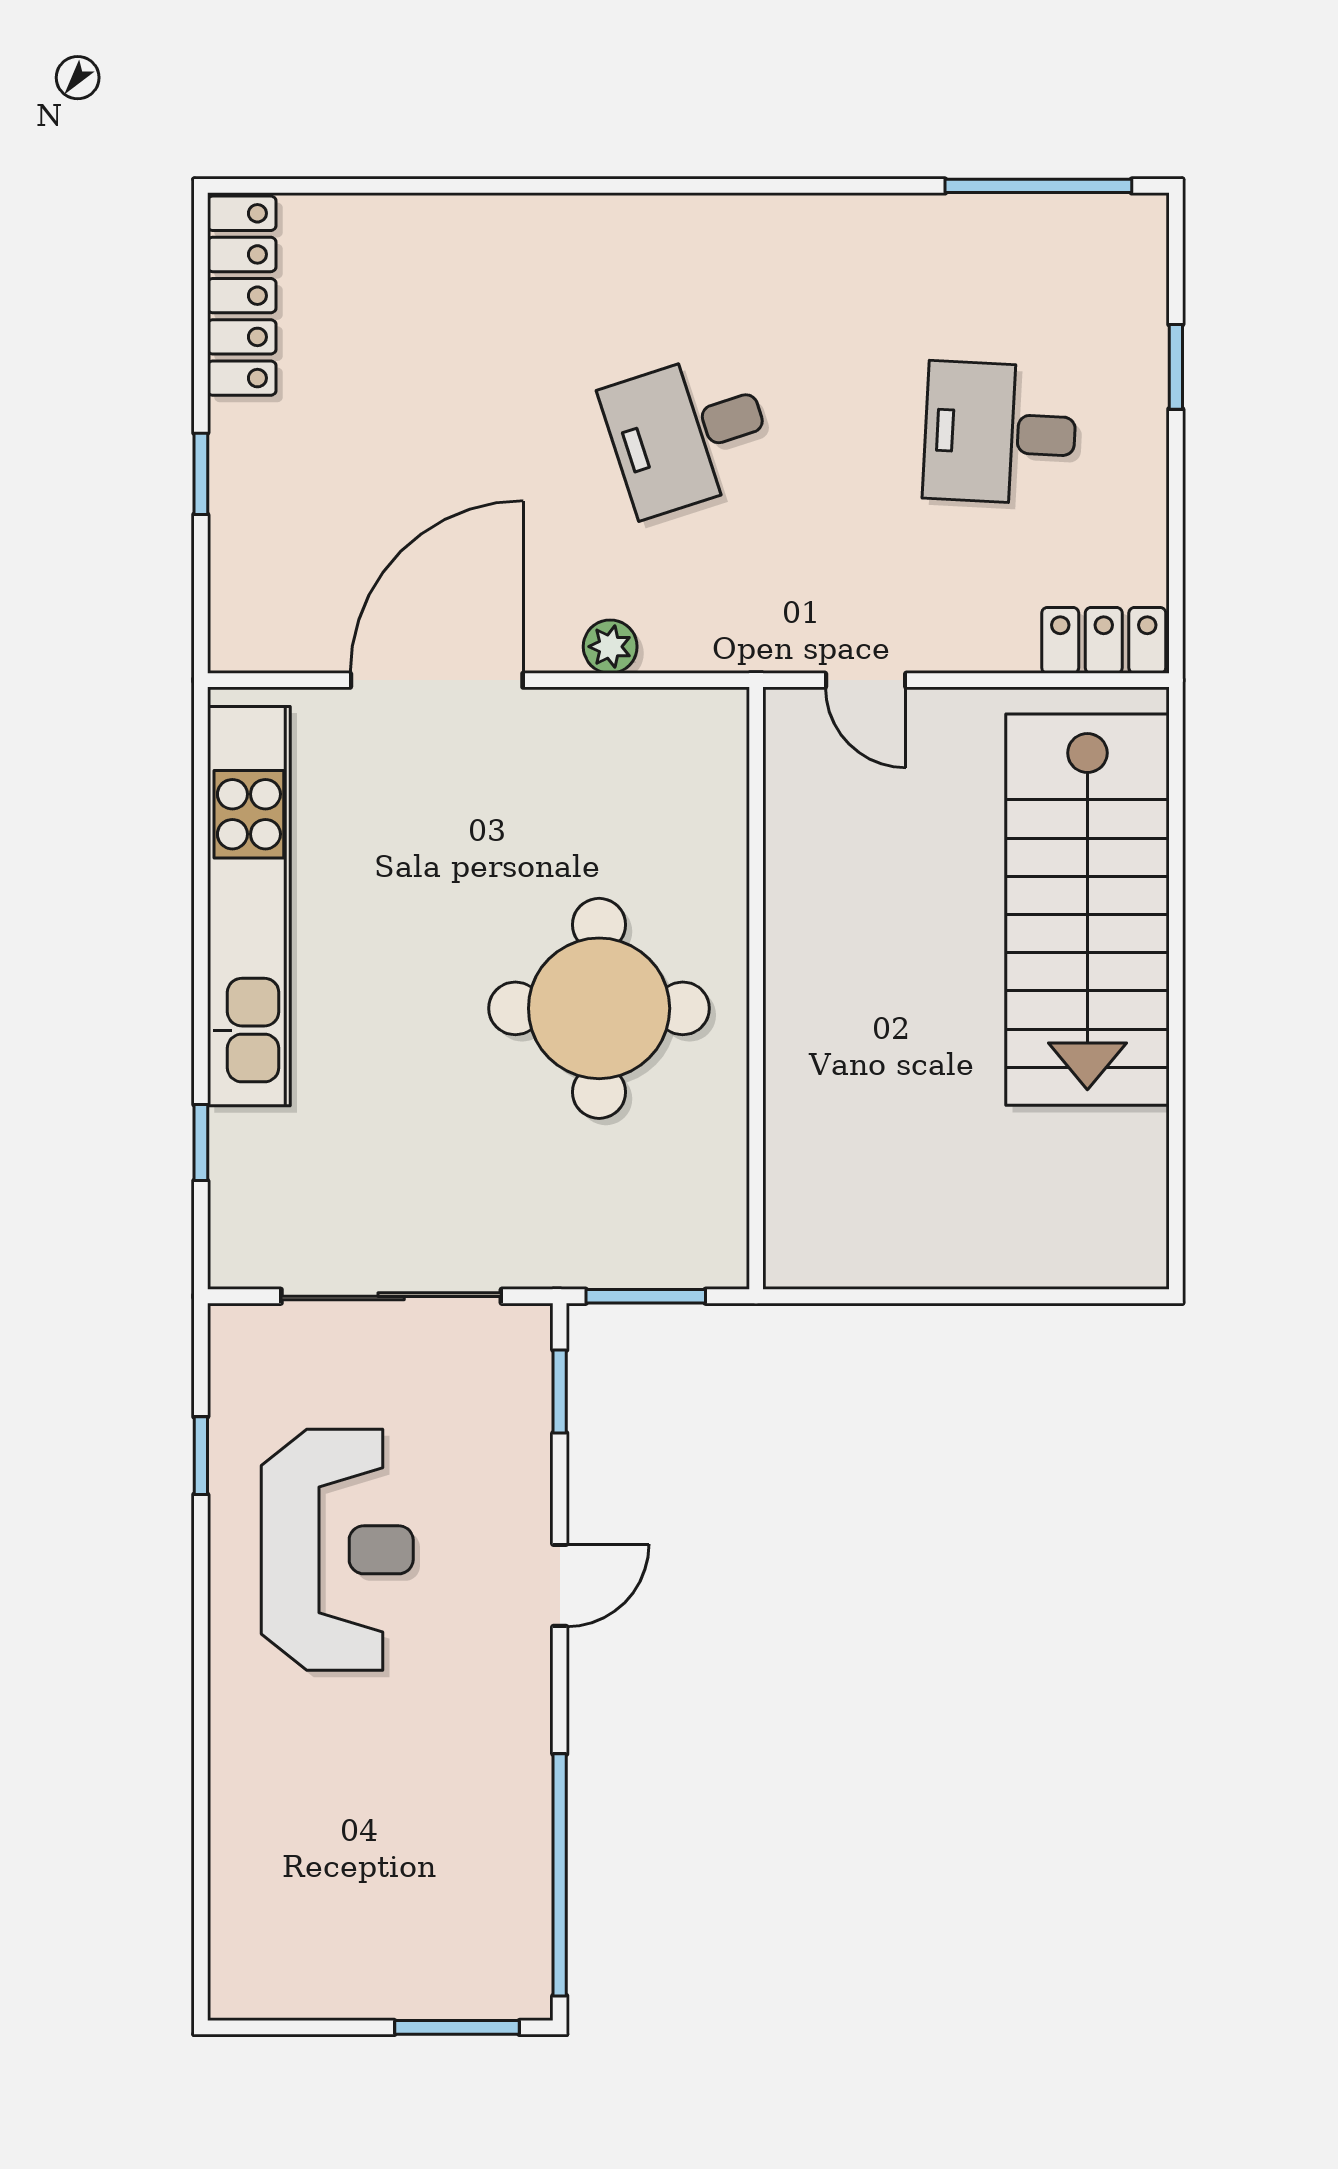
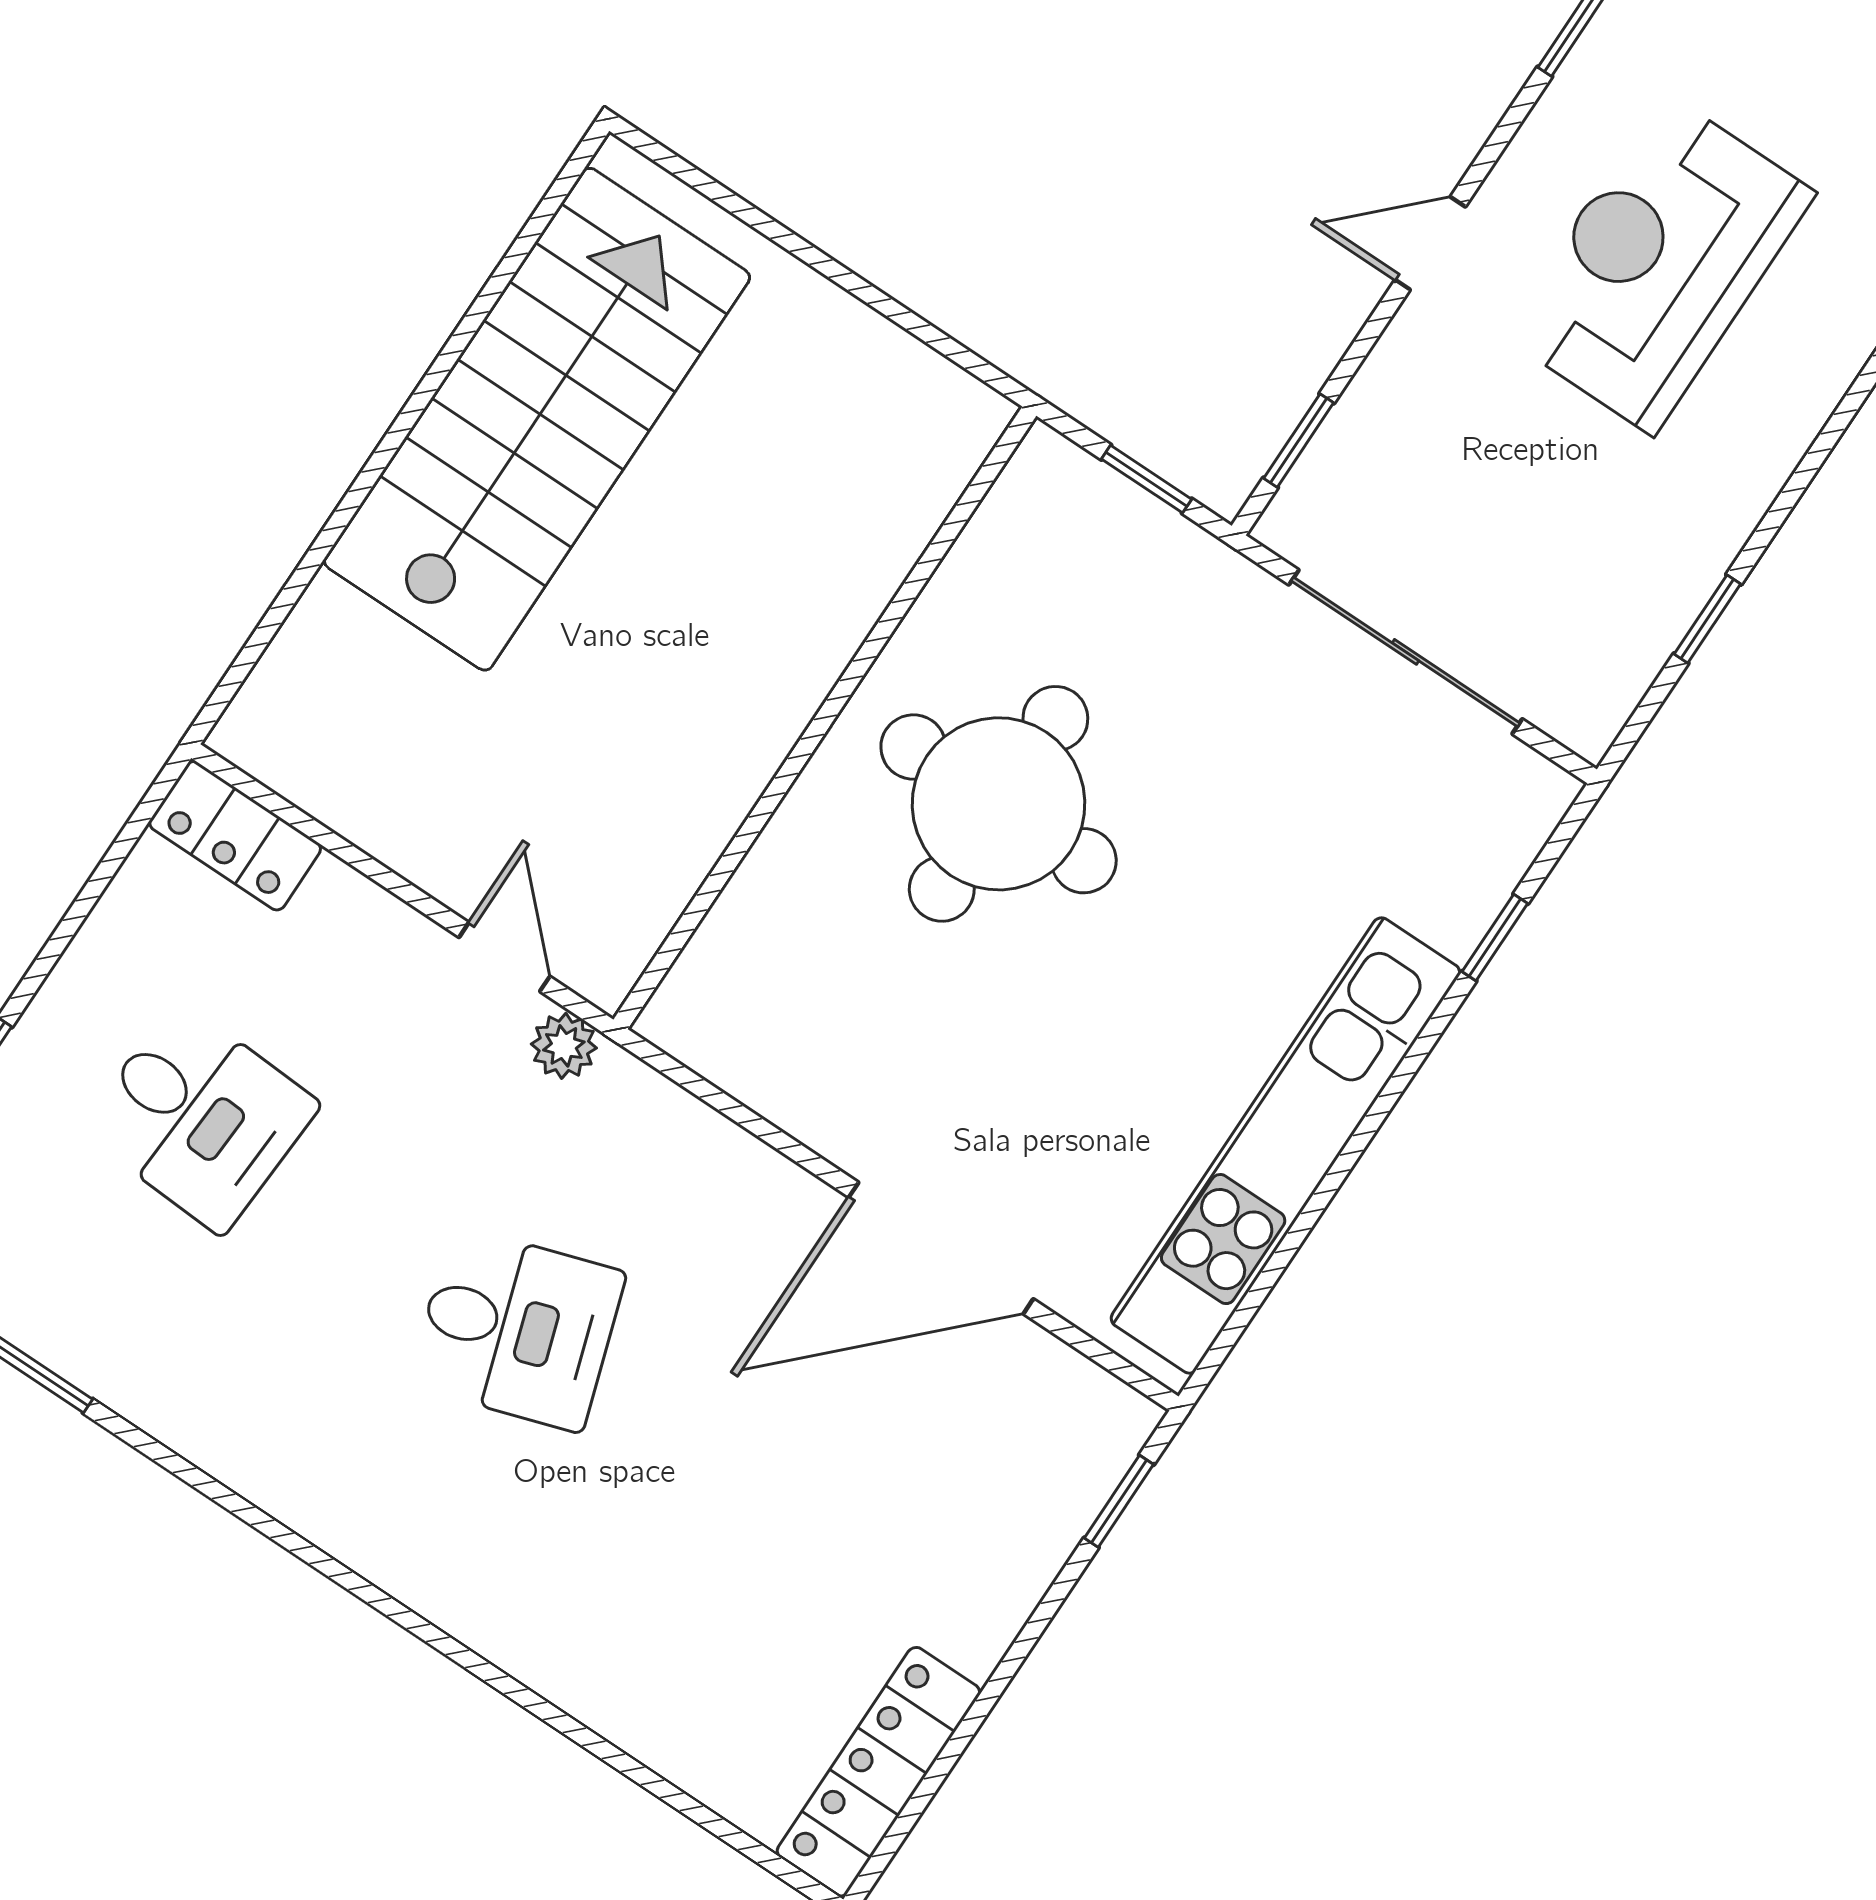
window: (201, 474) -> (1119, 1501), moved
plant: (610, 647) -> (564, 1046), moved
stairs: (1087, 910) -> (537, 419), moved
window: (646, 1296) -> (1146, 479), width x0.67
reception desk: (337, 1550) -> (1659, 264), moved

